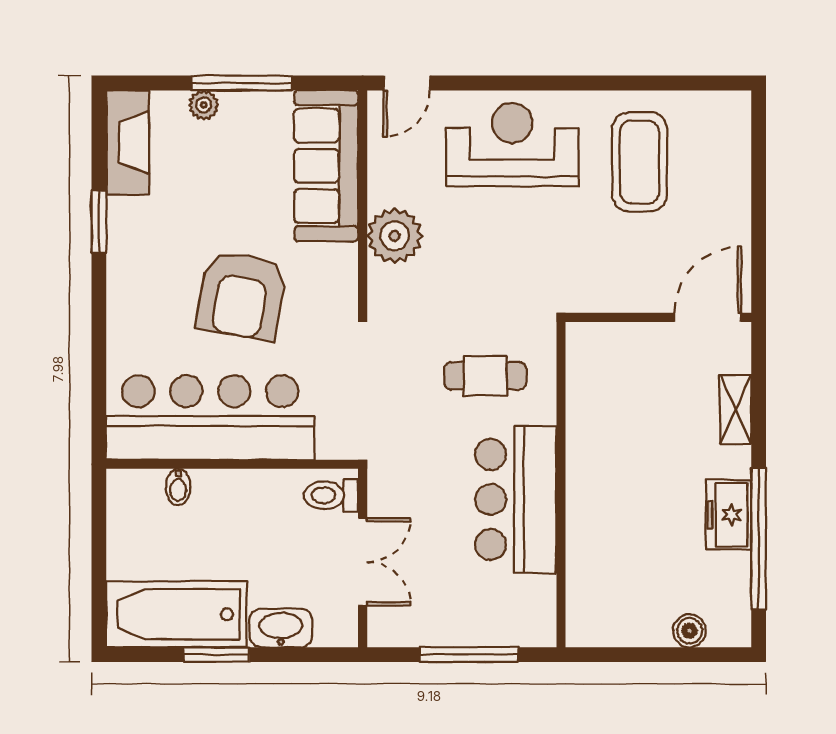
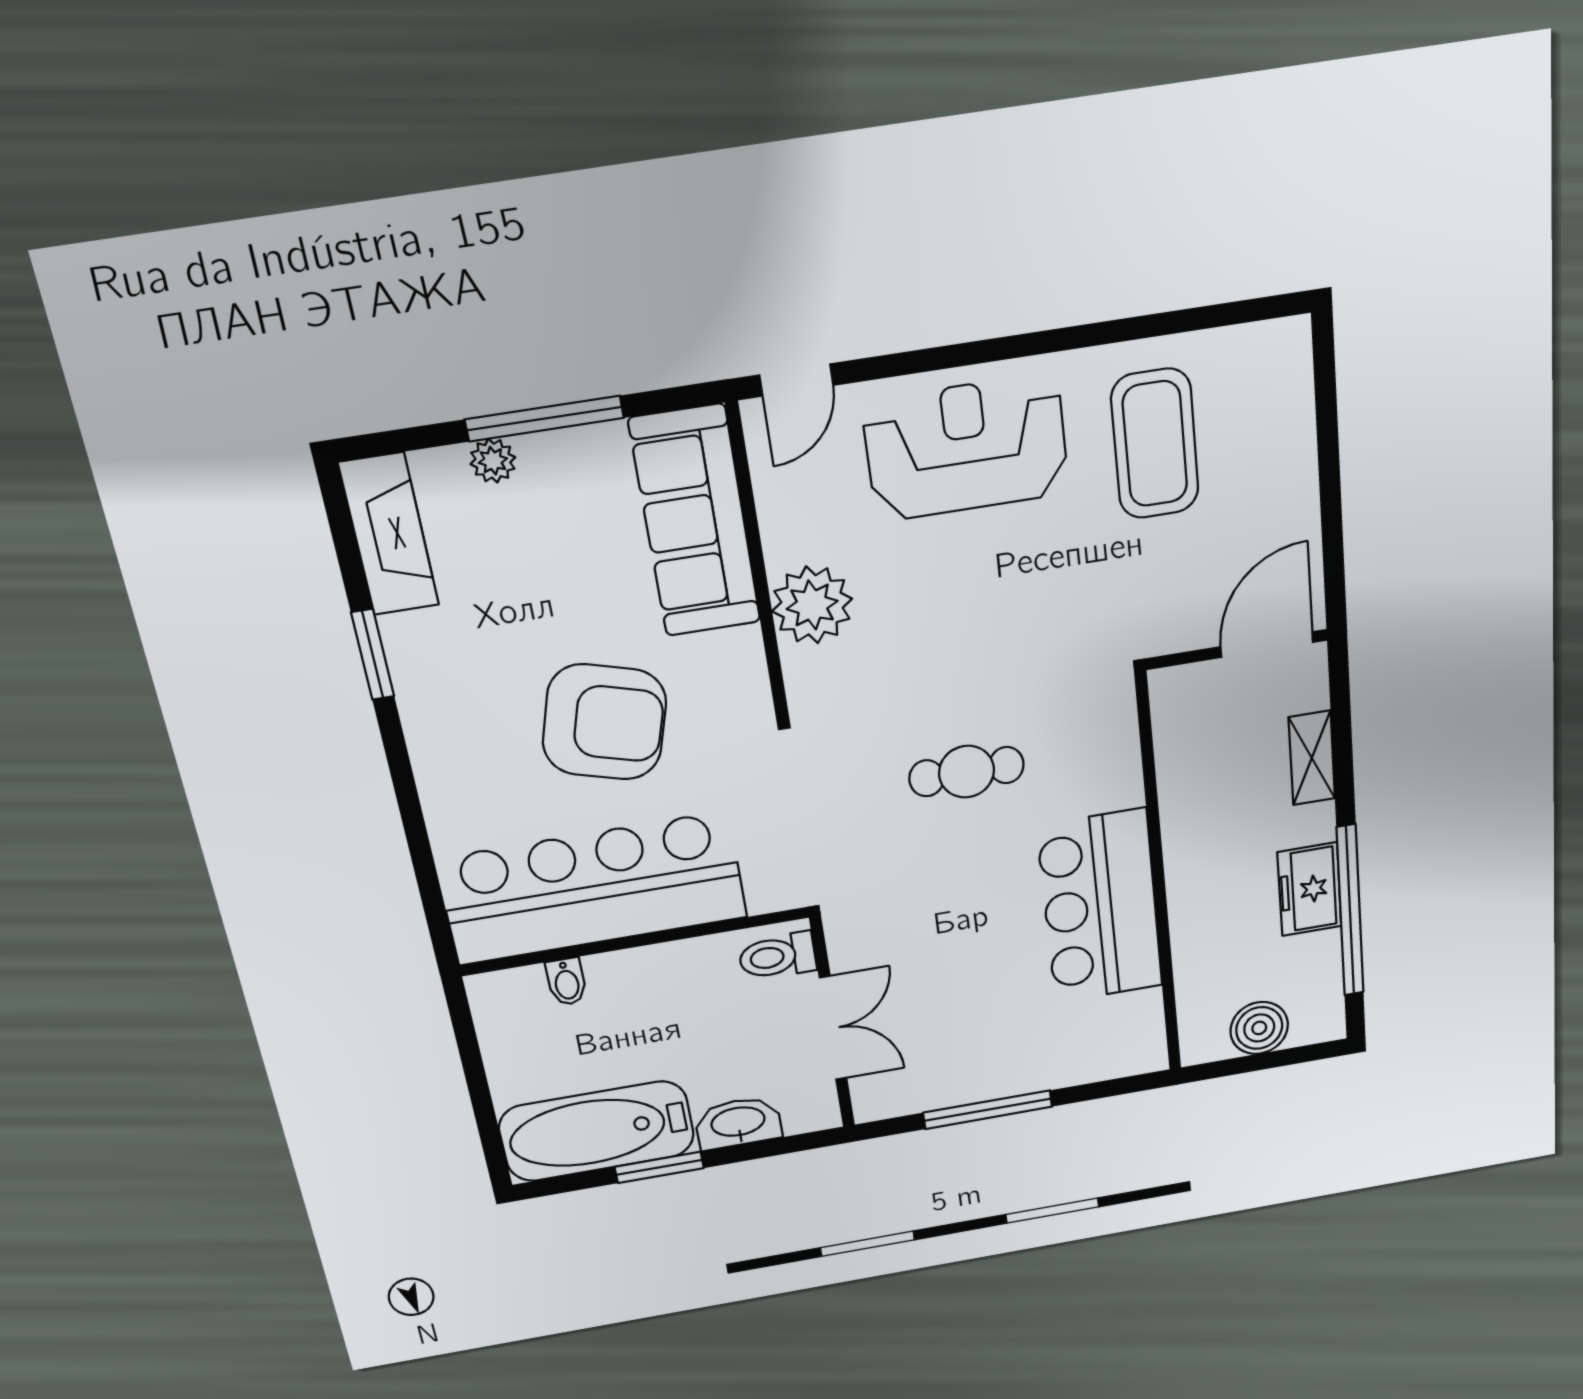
armchair: (241, 295) -> (604, 722), turned -84
wall: (561, 485) -> (1159, 878), moved
bar counter: (516, 500) -> (1100, 907), moved
boiler: (689, 631) -> (1259, 1028), width x1.36, depth x1.36

